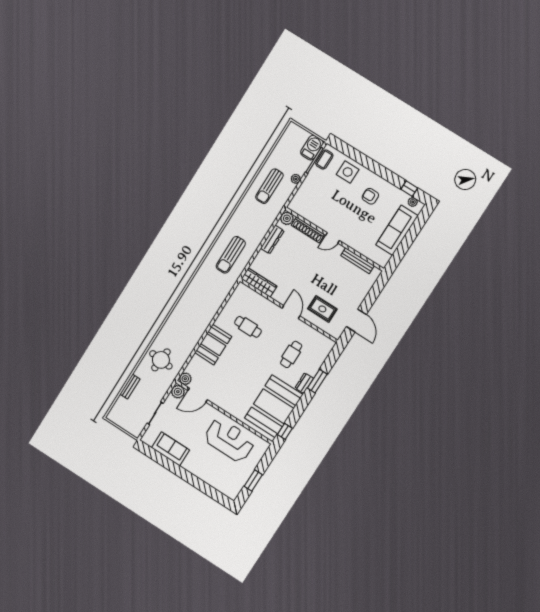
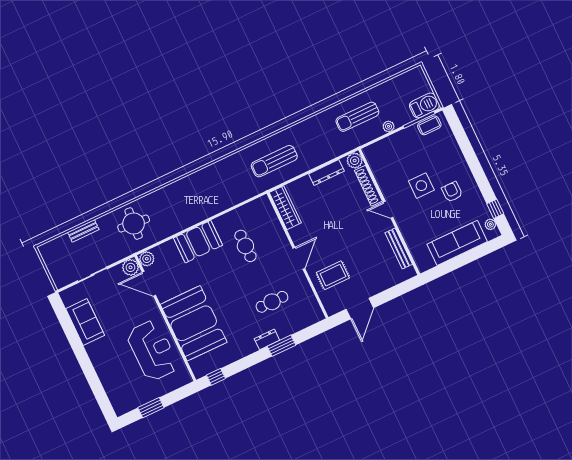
side table: (348, 172) -> (421, 186), moved
rug: (322, 309) -> (333, 275), turned 90
booth: (274, 406) -> (194, 323), moved, turned 90

